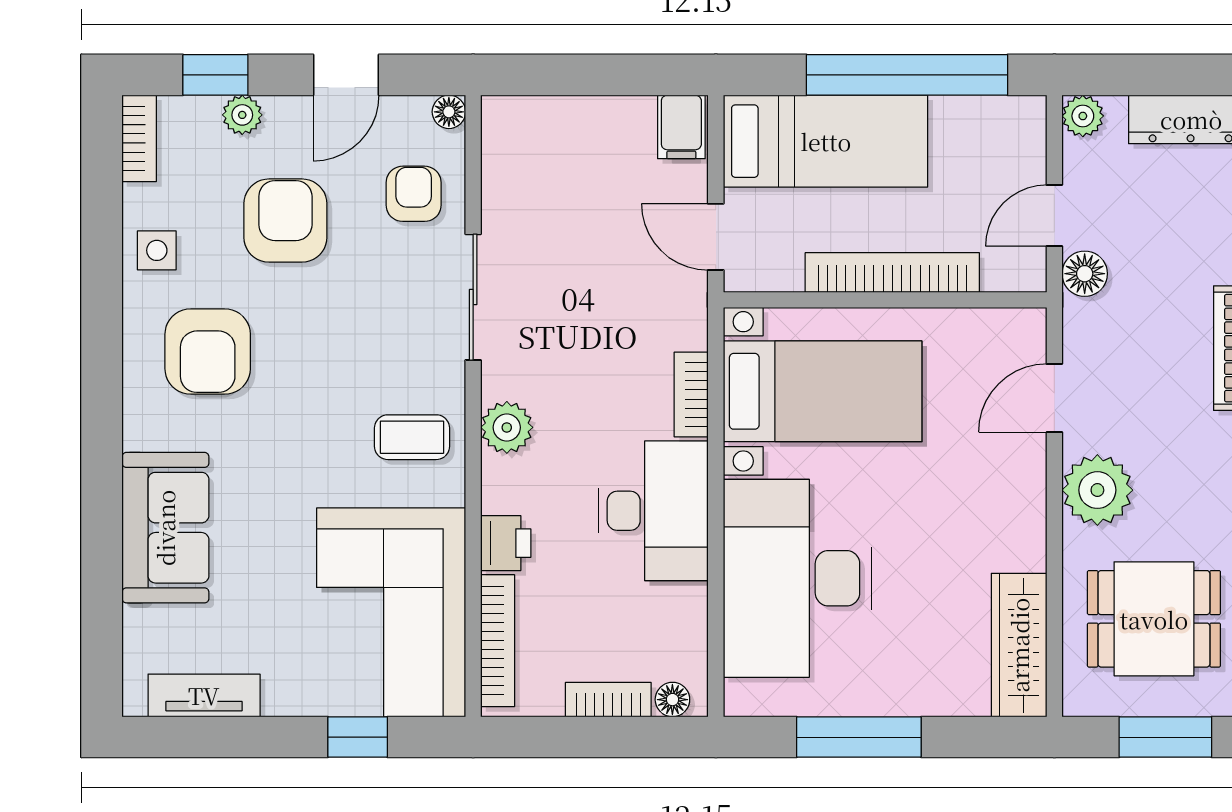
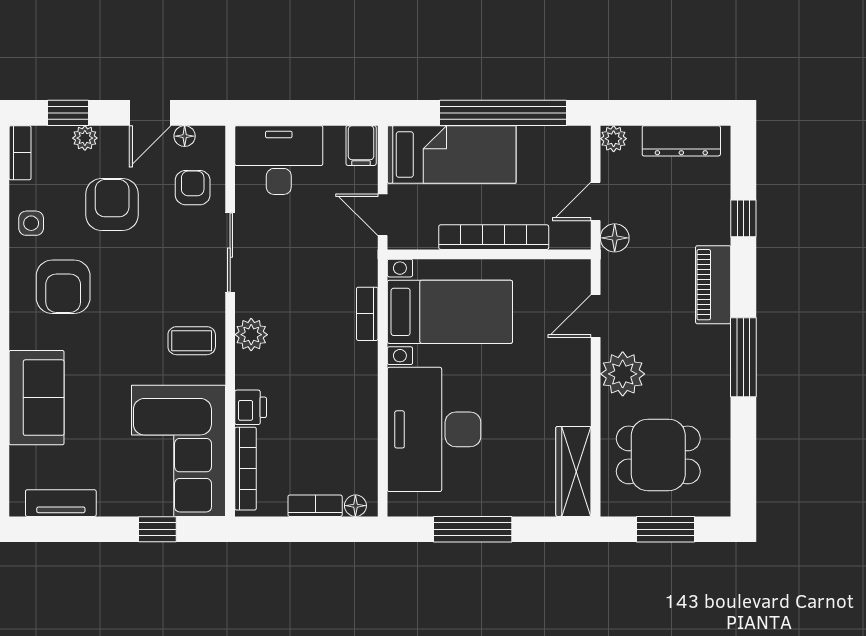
floor lamp: (449, 112) -> (185, 136), moved
desk: (653, 511) -> (279, 160), moved, turned -90

